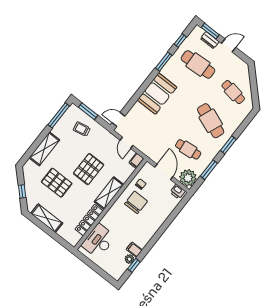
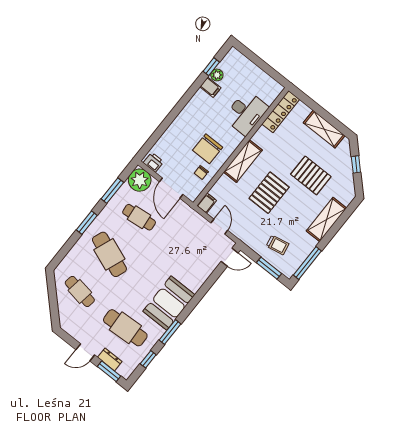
booth: (157, 94) -> (169, 303), moved
locker: (89, 220) -> (281, 112), moved
desk: (98, 241) -> (246, 113), moved

